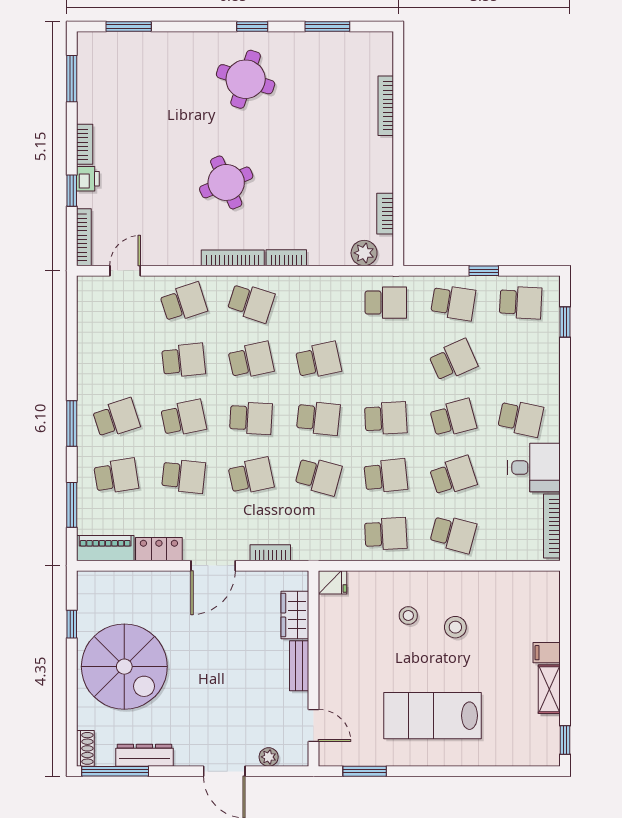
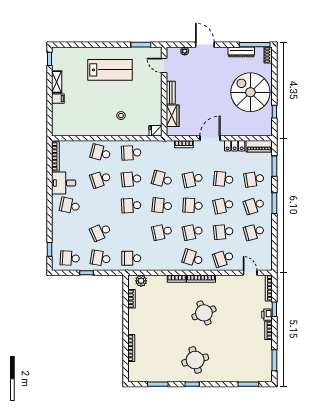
round table: (246, 79) -> (195, 360), turned -33
door: (125, 271) -> (250, 273), swing flipped
school desk: (453, 418) -> (254, 232), moved
stool: (455, 627) -> (100, 110), removed

